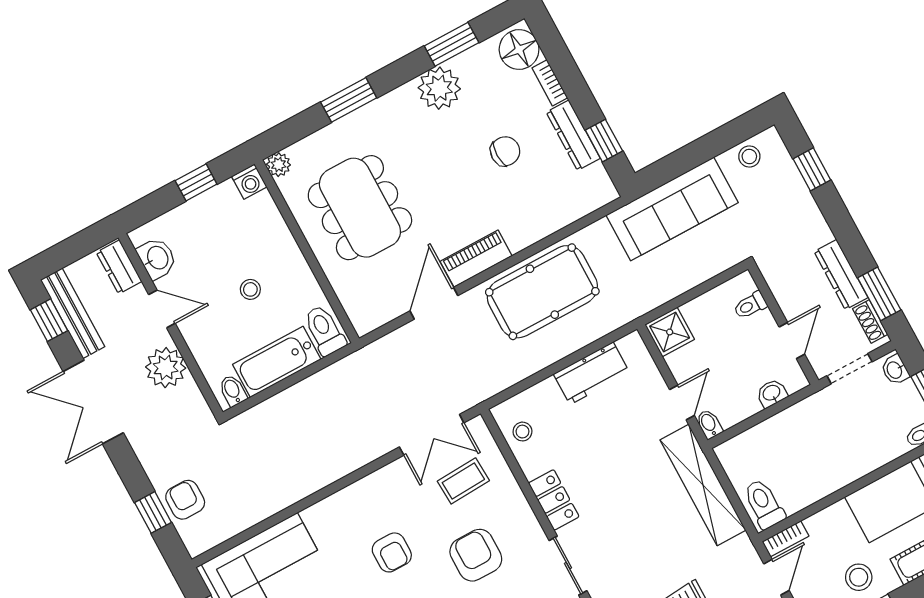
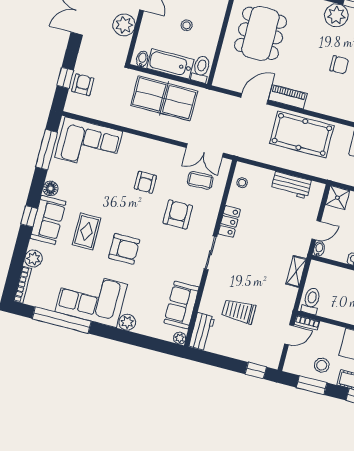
table tennis table: (312, 416) -> (164, 98), added
shelving: (703, 485) -> (296, 271), width x0.45, depth x0.75

